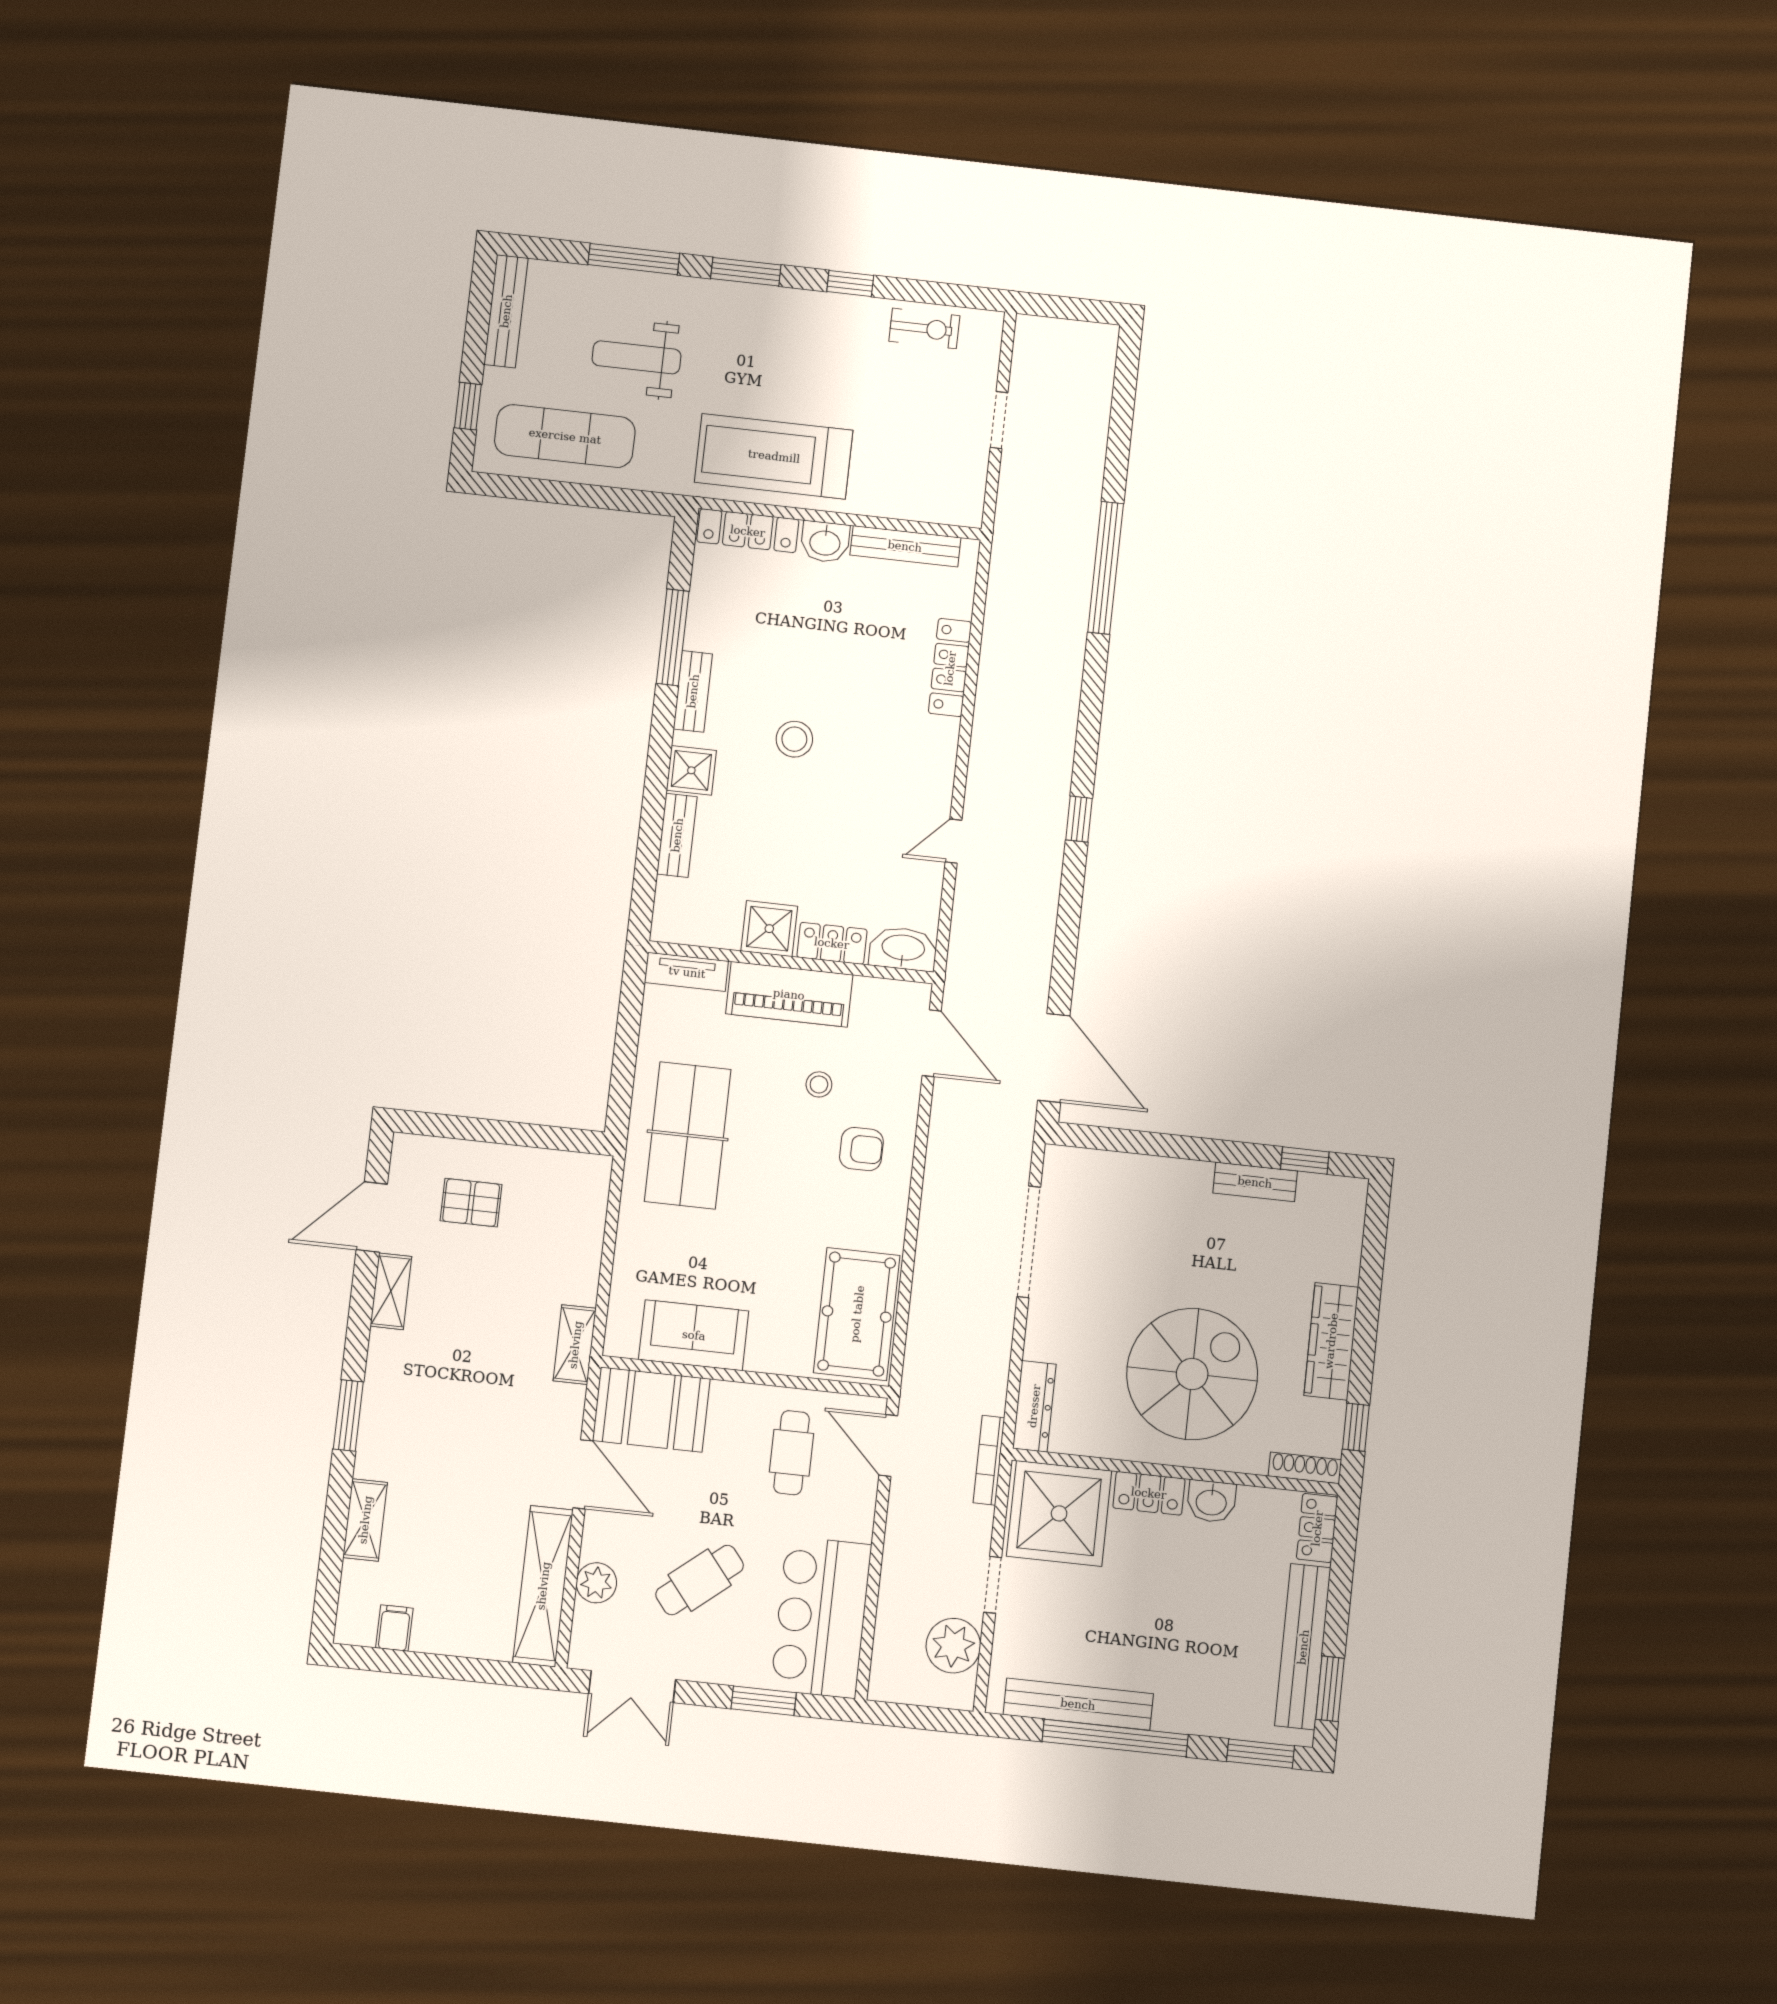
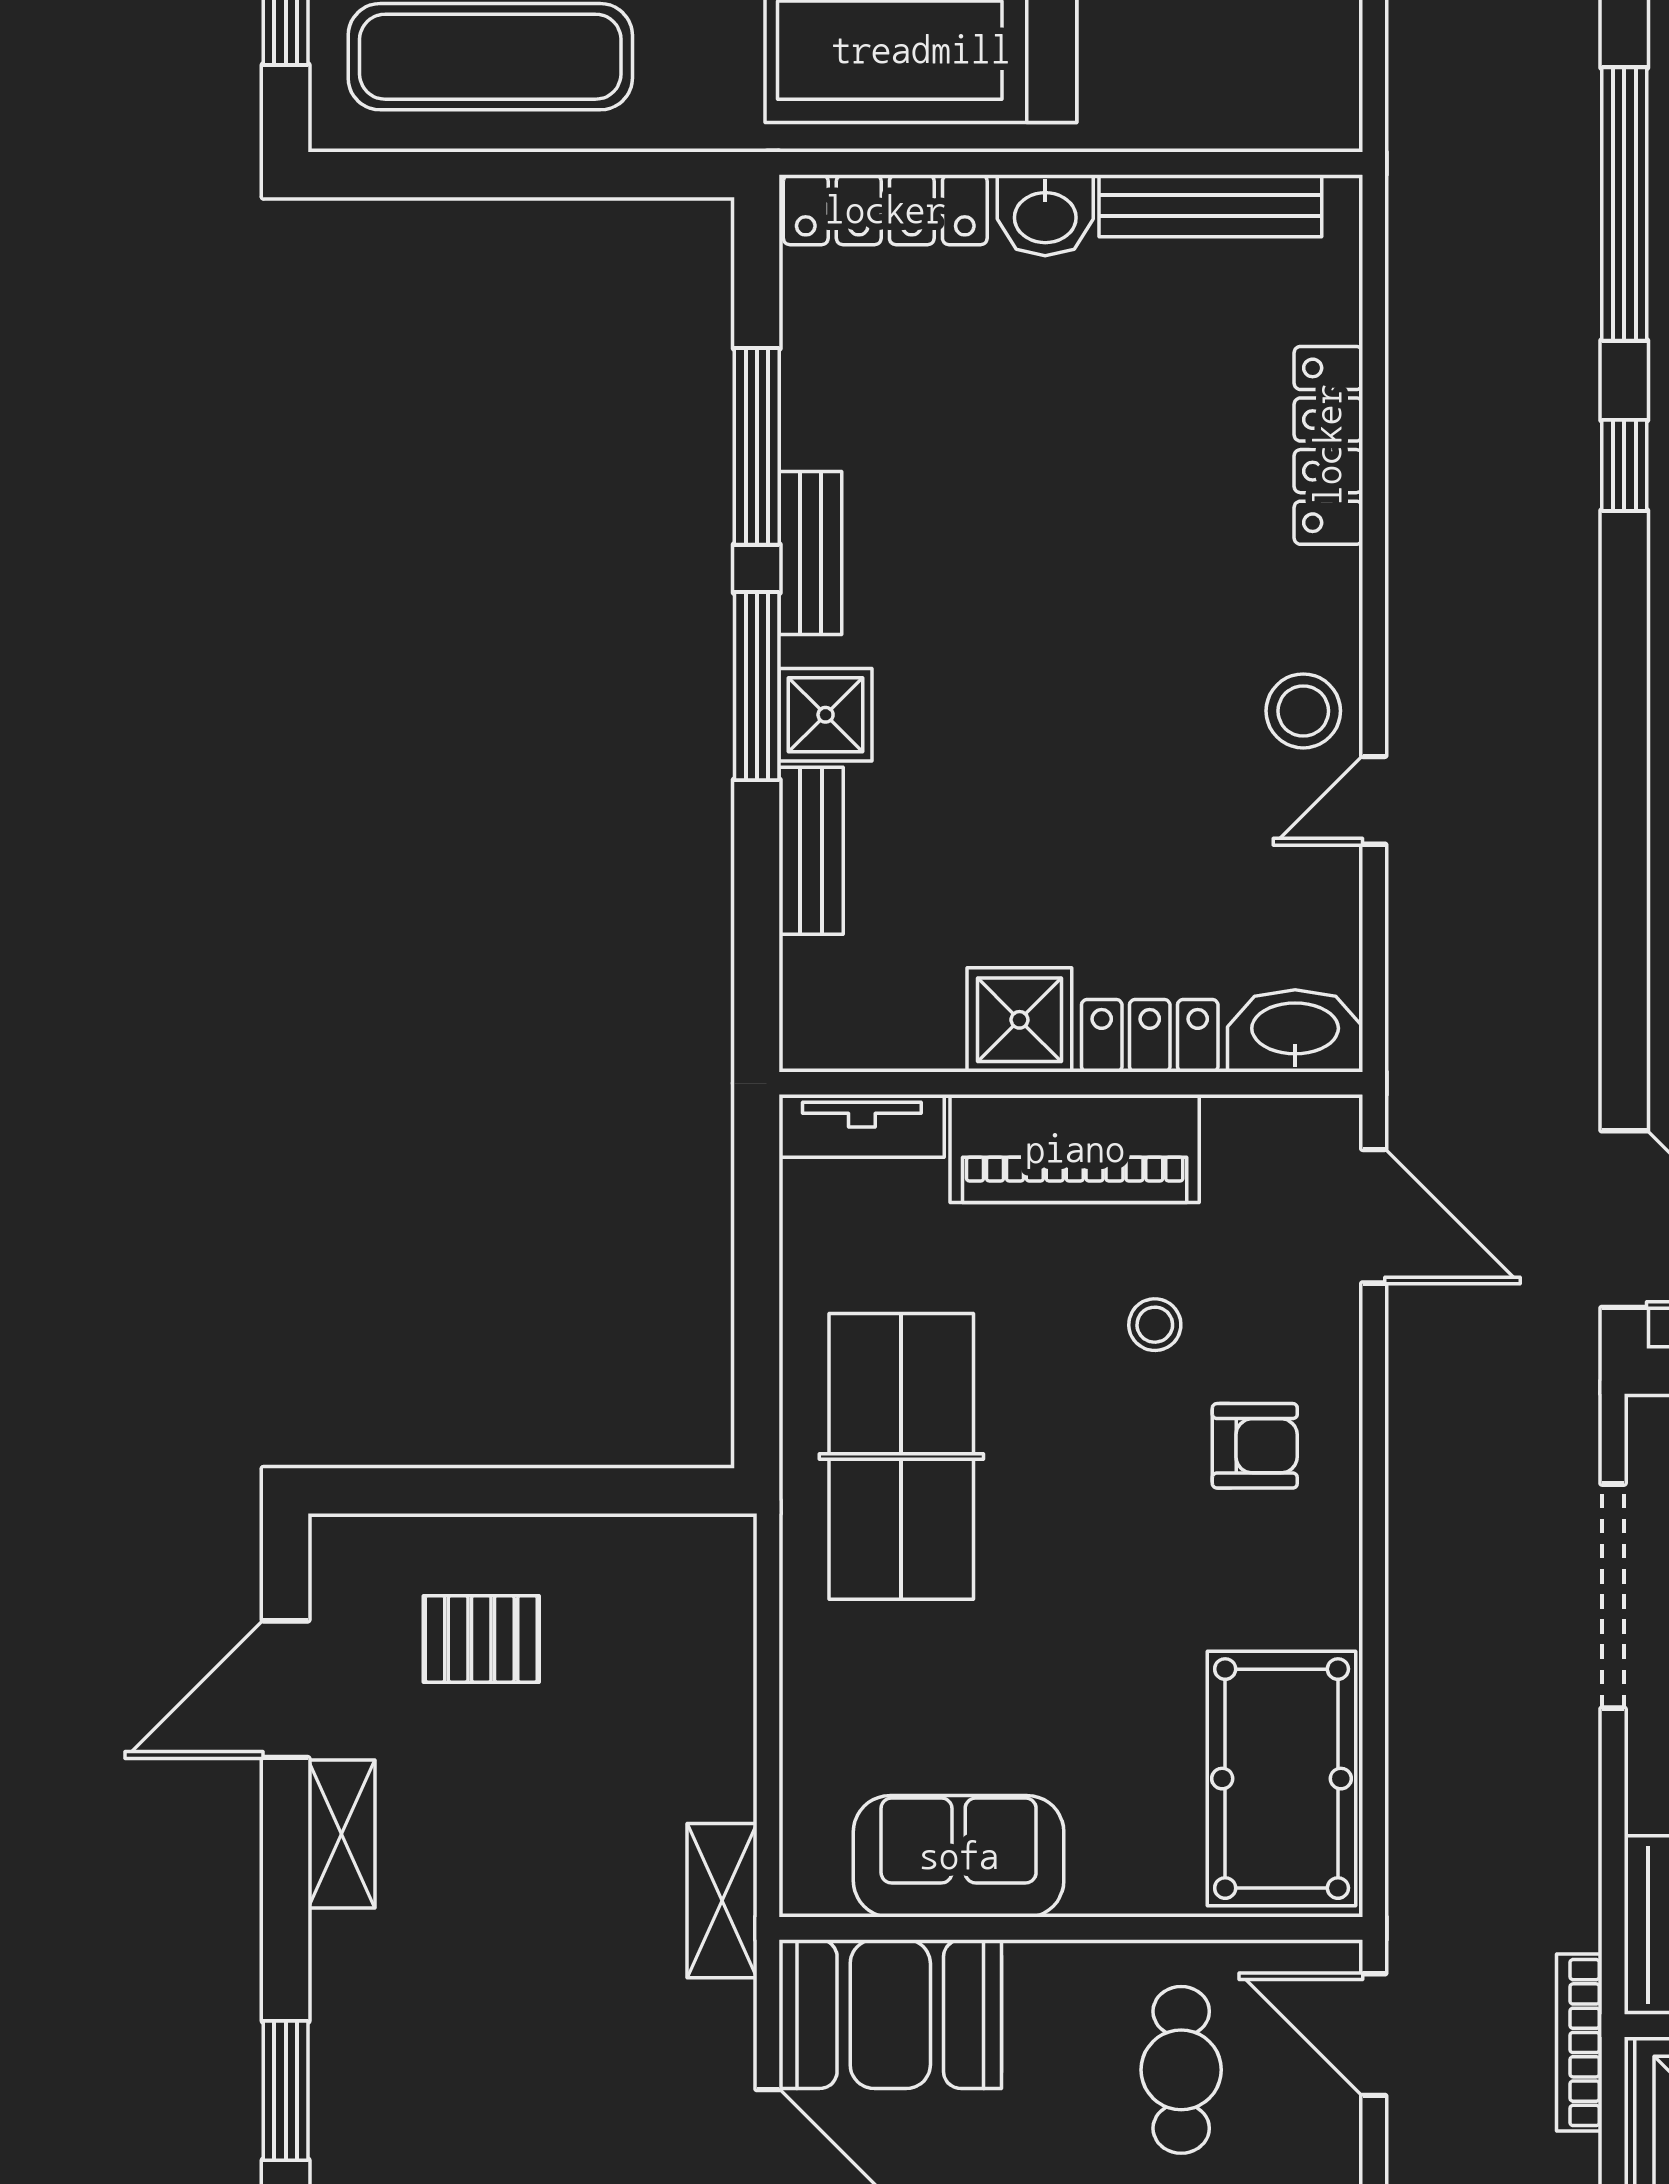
stool: (794, 739) -> (1303, 711), moved
window: (659, 753) -> (757, 686), added
window: (1079, 819) -> (1624, 465), moved

